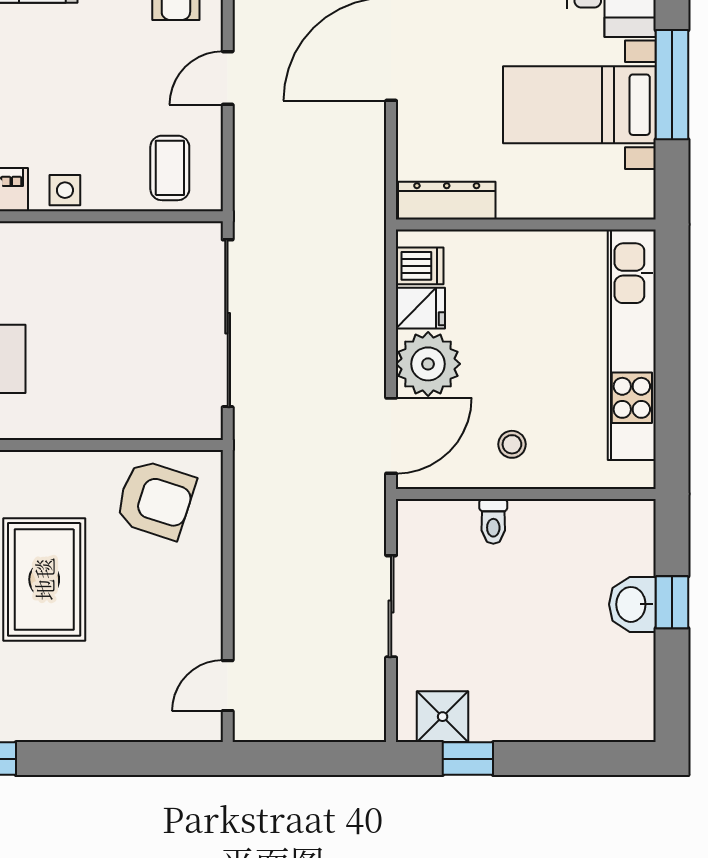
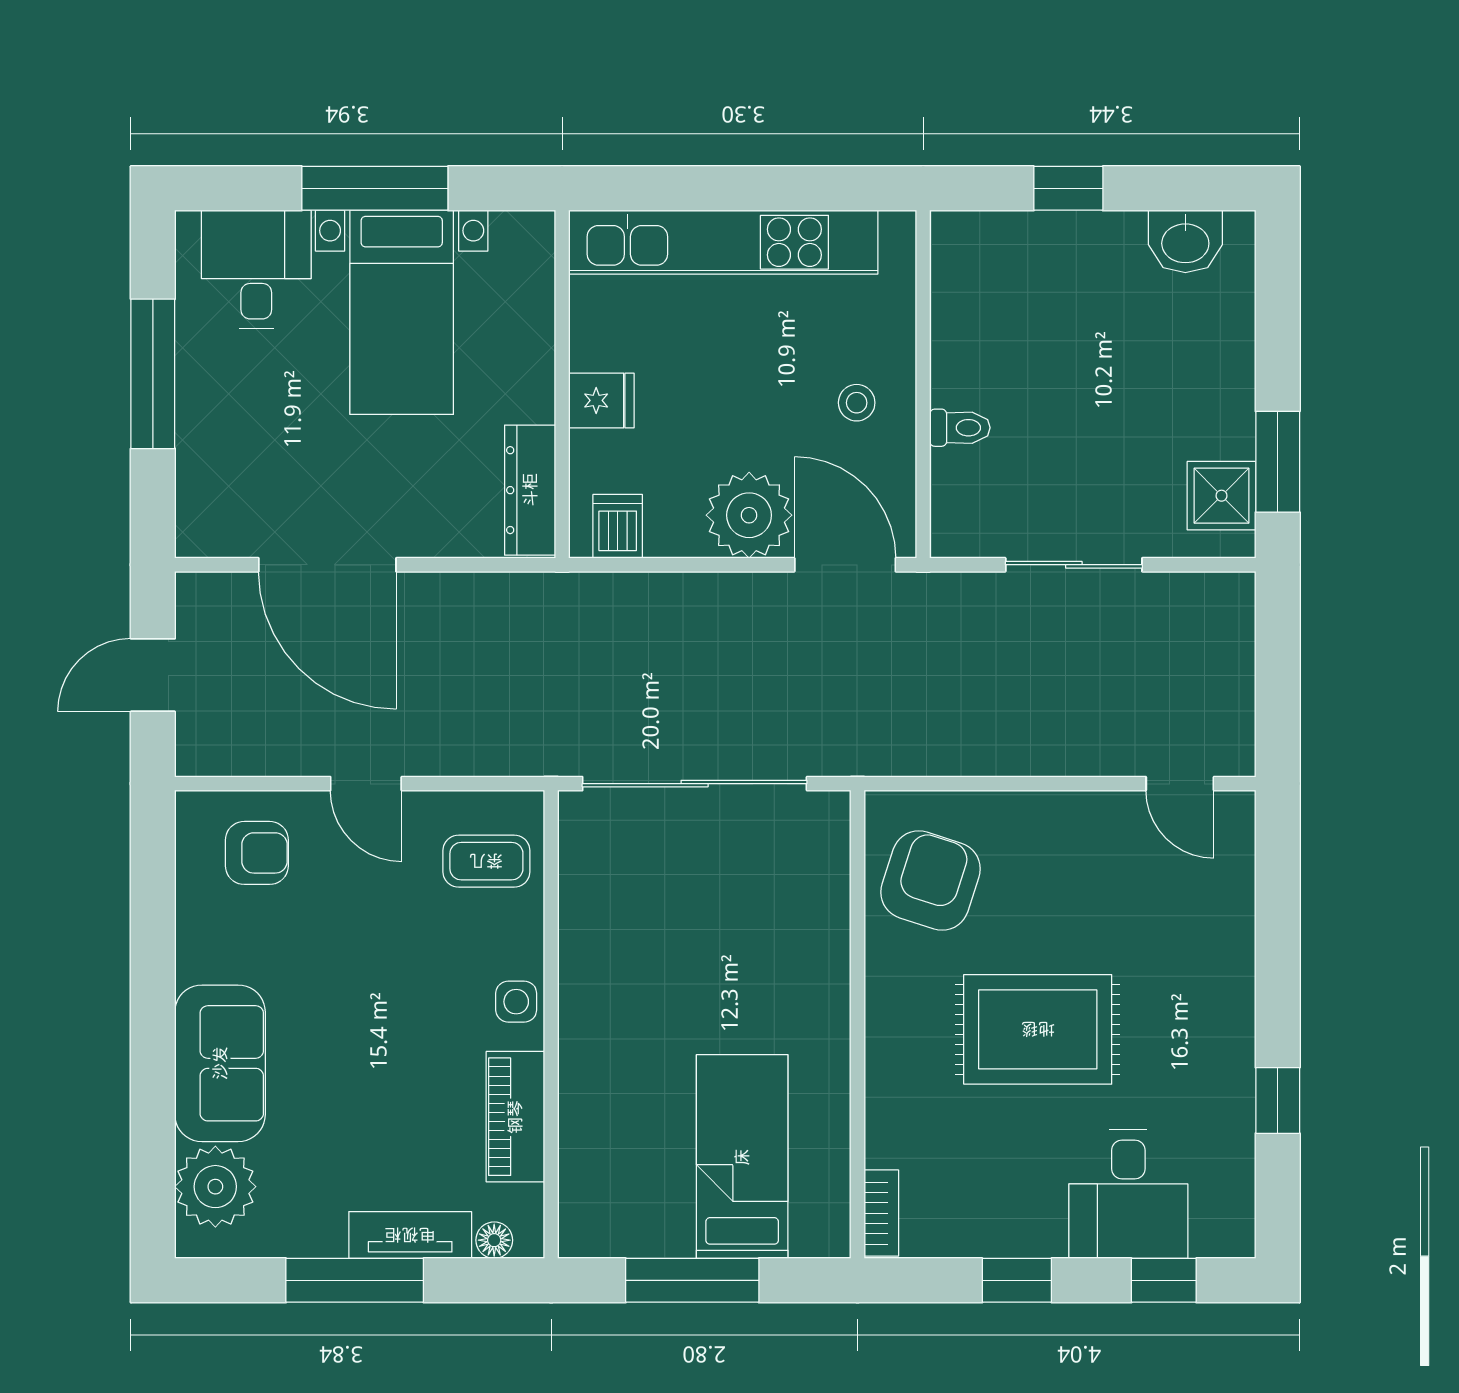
fridge: (420, 308) -> (601, 400), moved, turned 90
washbasin: (632, 604) -> (1185, 241), moved
window: (468, 759) -> (1278, 462), width x1.50

